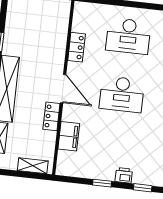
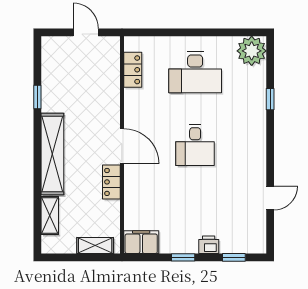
locker: (77, 47) -> (133, 70), moved
desk: (122, 94) -> (195, 145), width x0.73
filing cabinet: (69, 136) -> (141, 242), moved, turned -90

